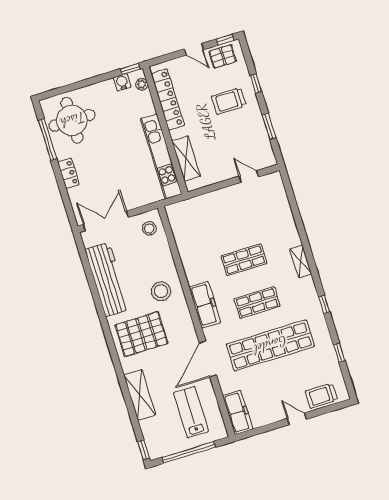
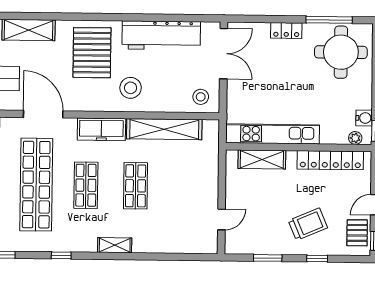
trolley: (229, 101) -> (308, 224), turned 67
shelving: (187, 251) -> (164, 129), added

